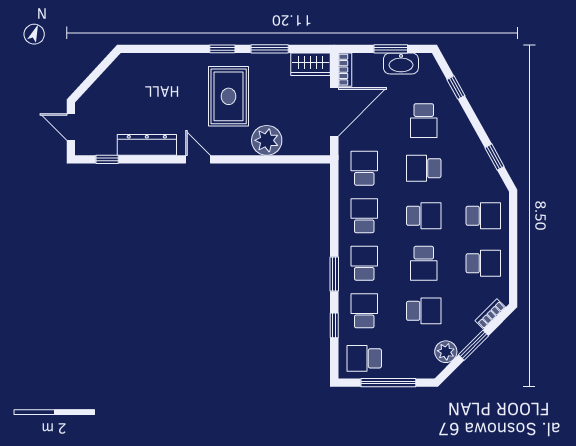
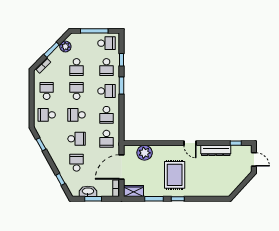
plant: (267, 140) -> (145, 153), moved
school desk: (364, 263) -> (106, 91), turned -90
school desk: (483, 263) -> (47, 91), turned 90
school desk: (424, 311) -> (77, 67), turned -90

